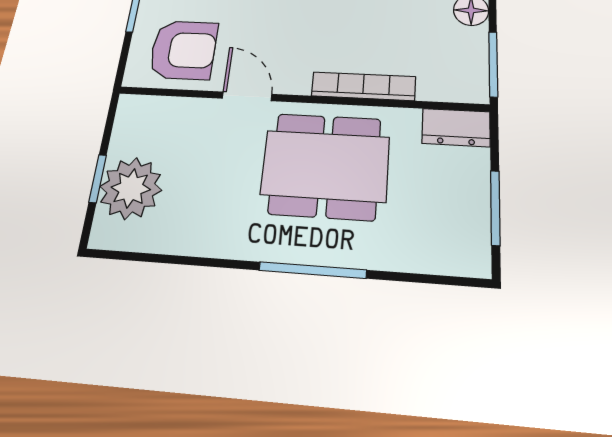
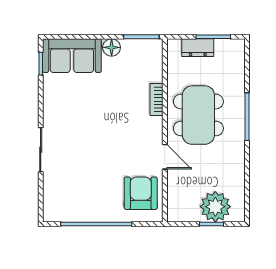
bookcase: (363, 86) -> (157, 100), width x0.64
door: (247, 96) -> (165, 157), swing flipped
dresser: (456, 128) -> (198, 48), moved, turned 90

